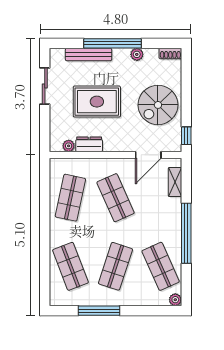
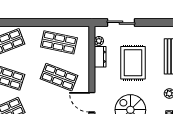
sliding door: (45, 86) -> (121, 23), moved
shop shelf: (116, 198) -> (59, 77), turned 45

